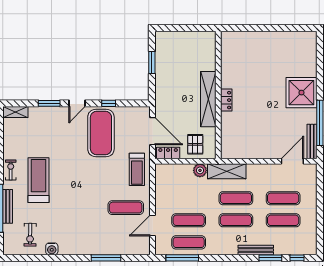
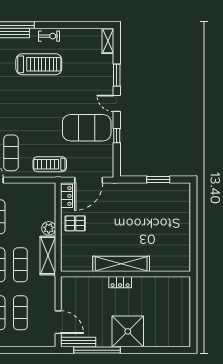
wall: (218, 95) -> (125, 274), moved
shelving: (208, 99) -> (121, 264), moved
locker: (226, 100) -> (120, 282), moved

